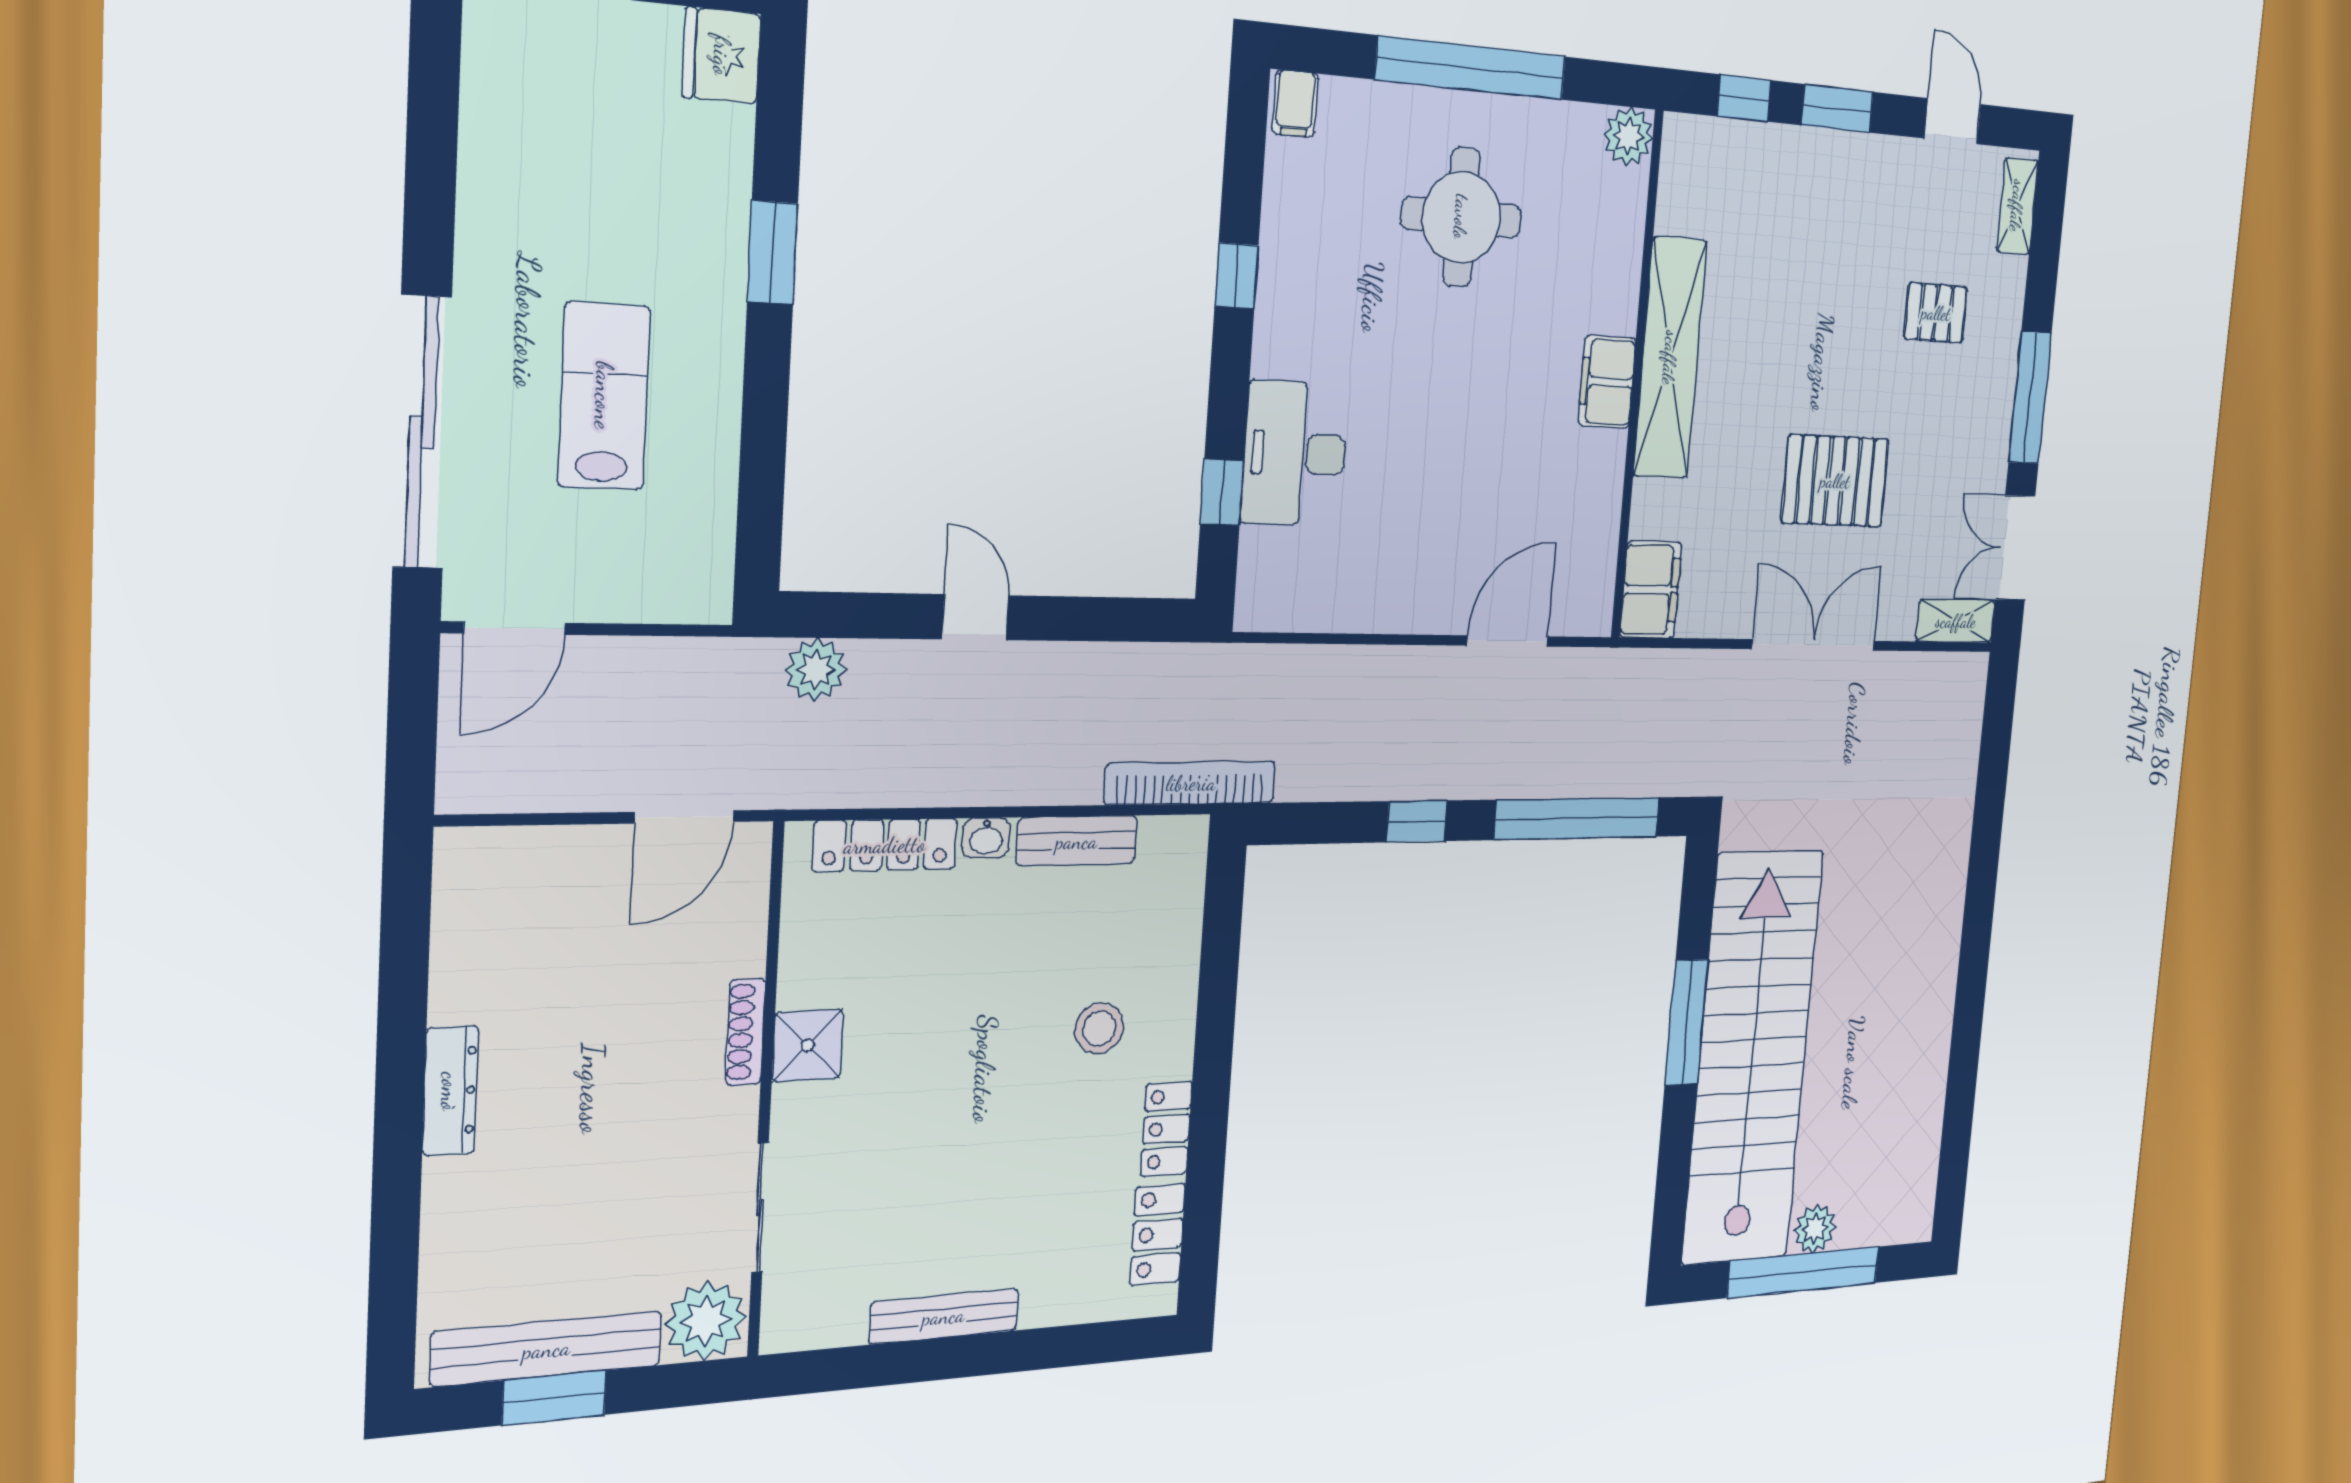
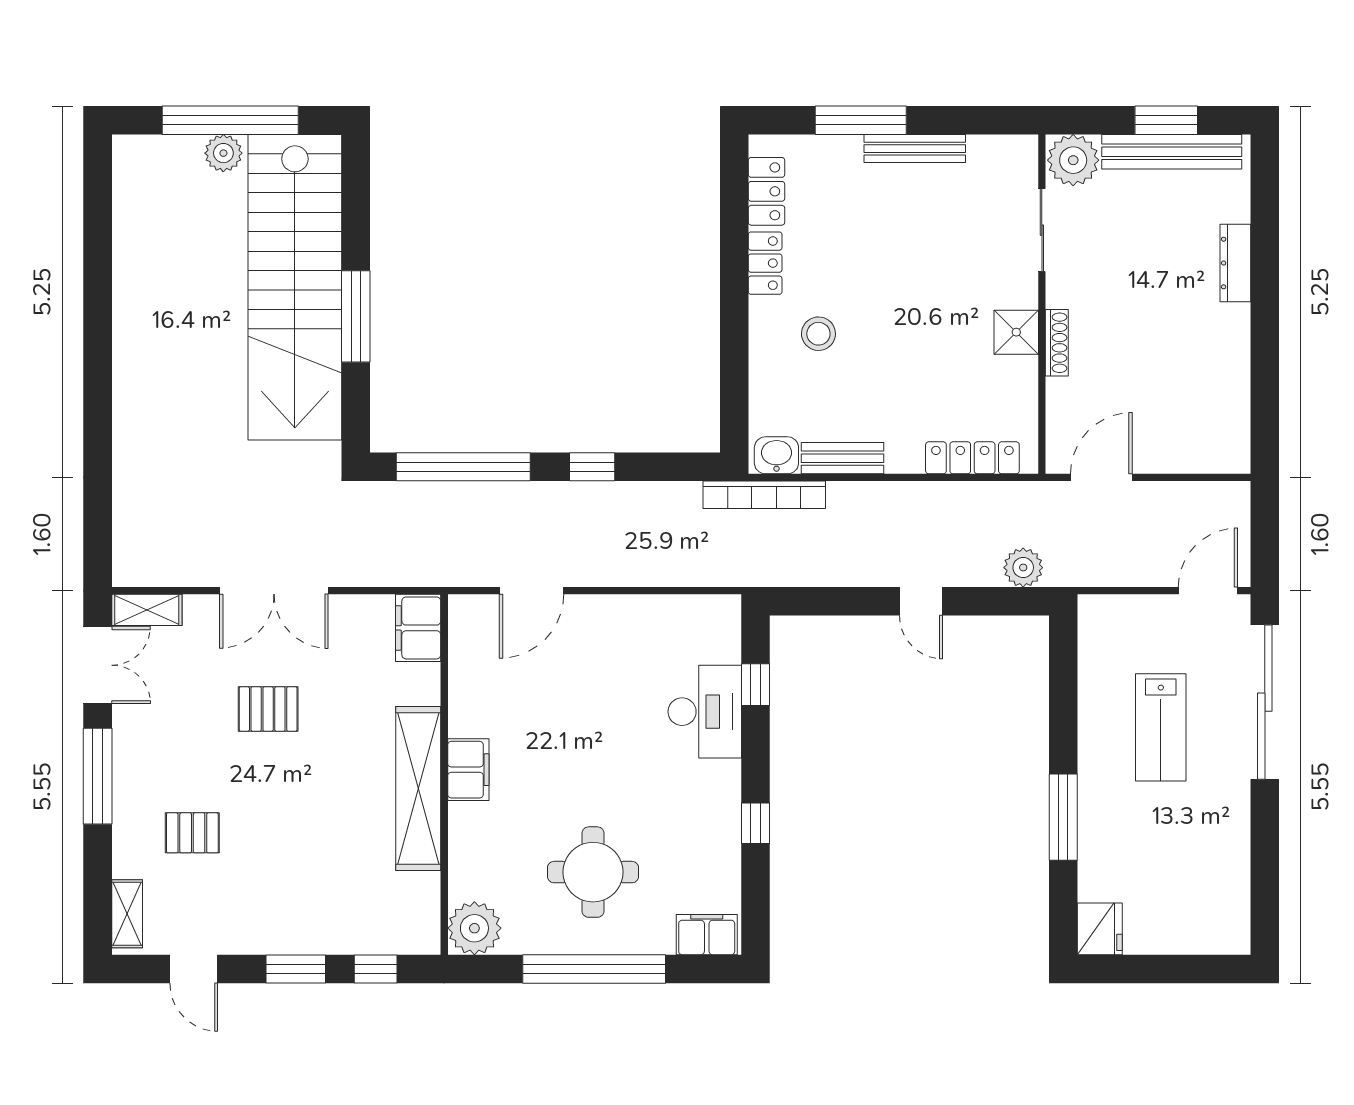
filing cabinet: (1295, 104) -> (707, 935), width x2.00
plant: (1628, 136) -> (474, 928), width x1.36, depth x1.36
window: (773, 253) -> (1063, 817), width x1.44
pallet: (1835, 481) -> (268, 709), width x0.67, depth x0.71
washbasin: (986, 838) -> (776, 455), moved, width x1.38, depth x1.45
dresser: (450, 1091) -> (1235, 263), moved
window: (1020, 1351) -> (861, 120), added

